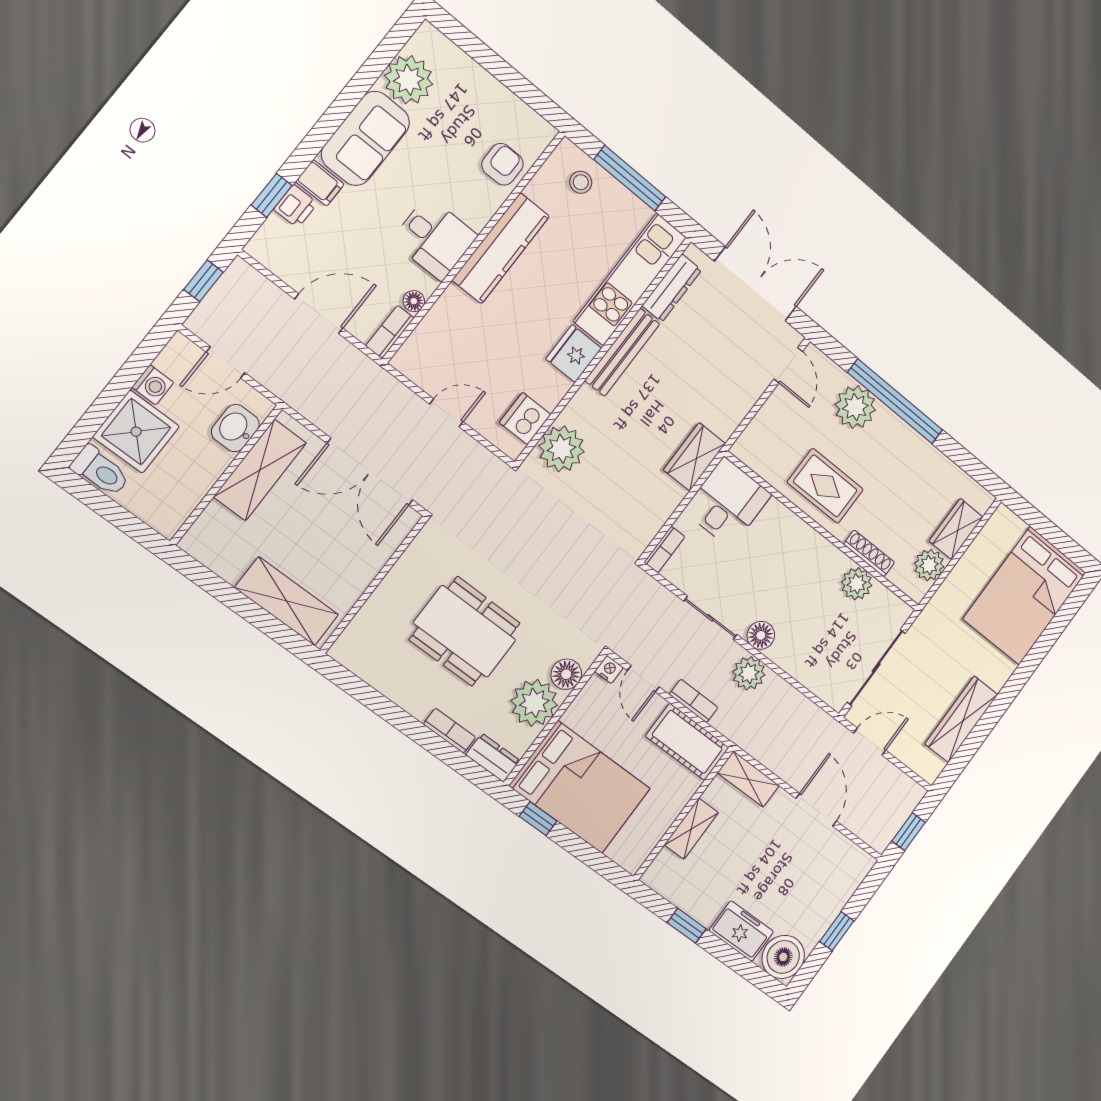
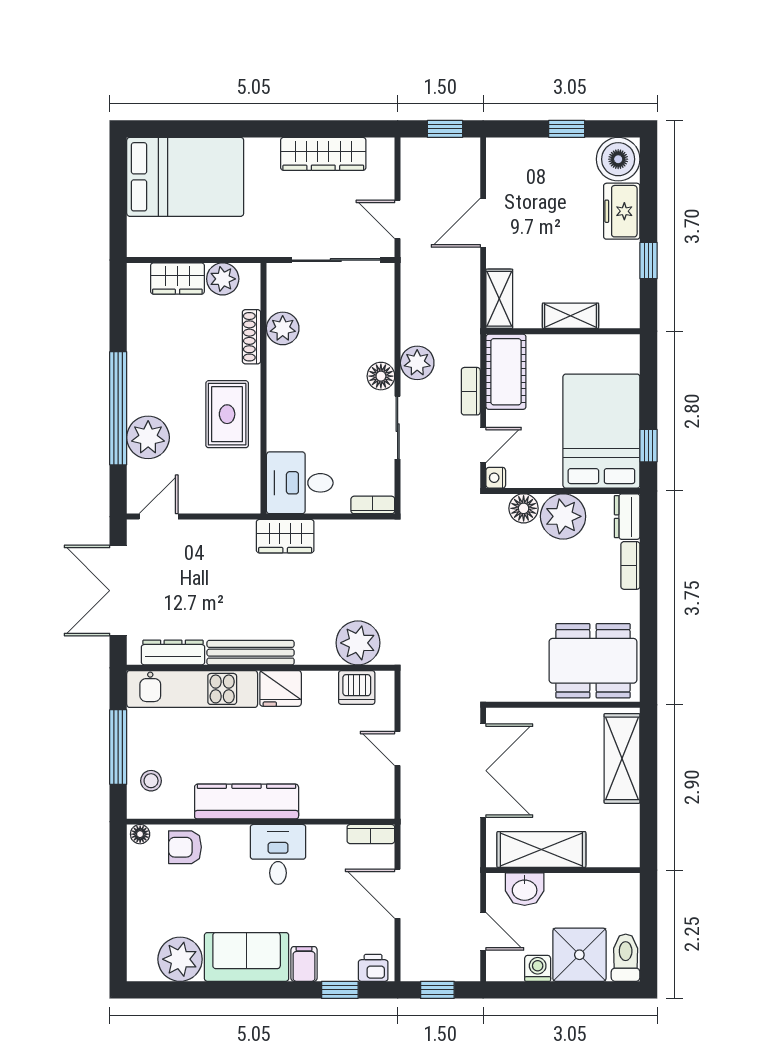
printer: (296, 206) -> (373, 968), moved
floor lamp: (414, 301) -> (140, 834), moved
dining table: (465, 631) -> (593, 661), moved, turned 90

